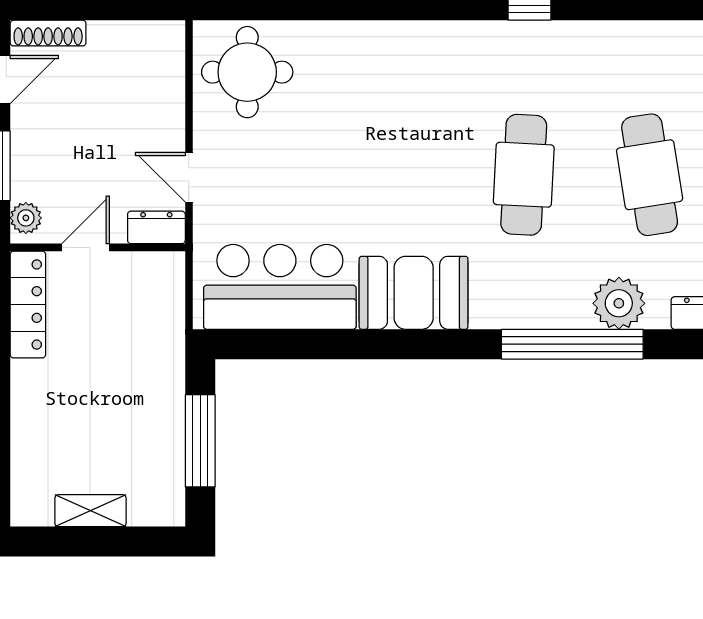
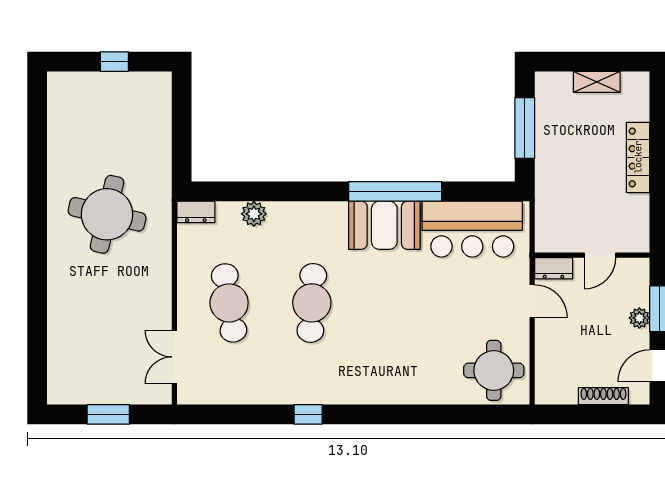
shoe rack: (48, 33) -> (603, 396), moved
plant: (26, 218) -> (639, 318), moved
plant: (619, 303) -> (254, 214), width x0.73, depth x0.73
locker: (28, 305) -> (638, 157), moved
window: (572, 344) -> (395, 191), moved

